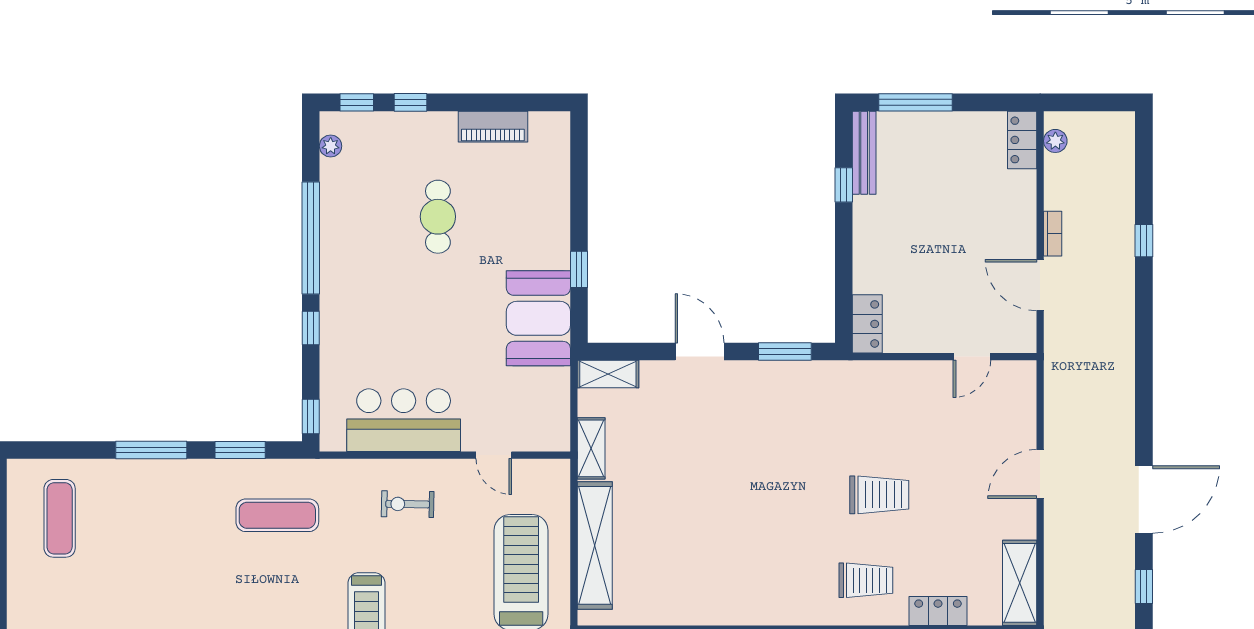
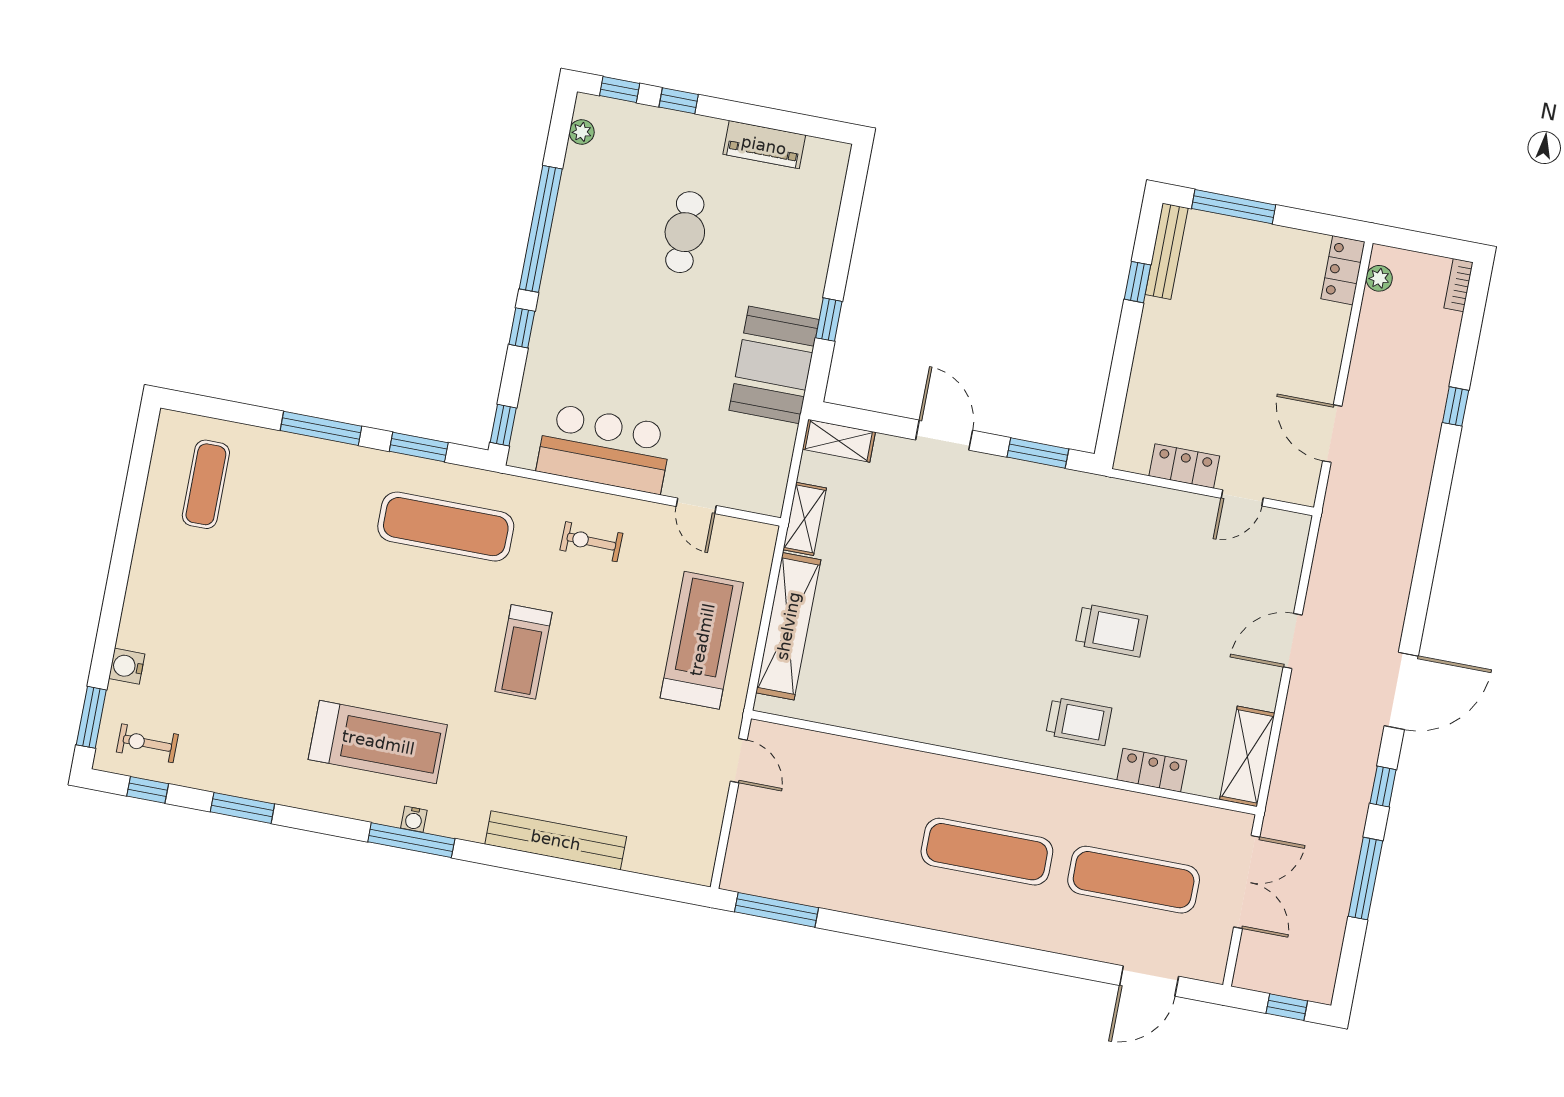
bookcase: (1053, 234) -> (1459, 285), moved, turned 180
locker: (867, 324) -> (1184, 466), moved, turned -90
exercise mat: (277, 515) -> (446, 527), width x1.36, depth x1.45

